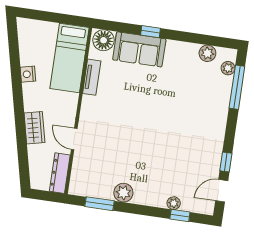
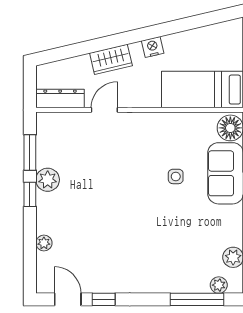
nightstand: (28, 74) -> (153, 47), moved
tv unit: (92, 77) -> (183, 120), removed
side table: (136, 90) -> (176, 176), added
window: (180, 216) -> (30, 194), moved

